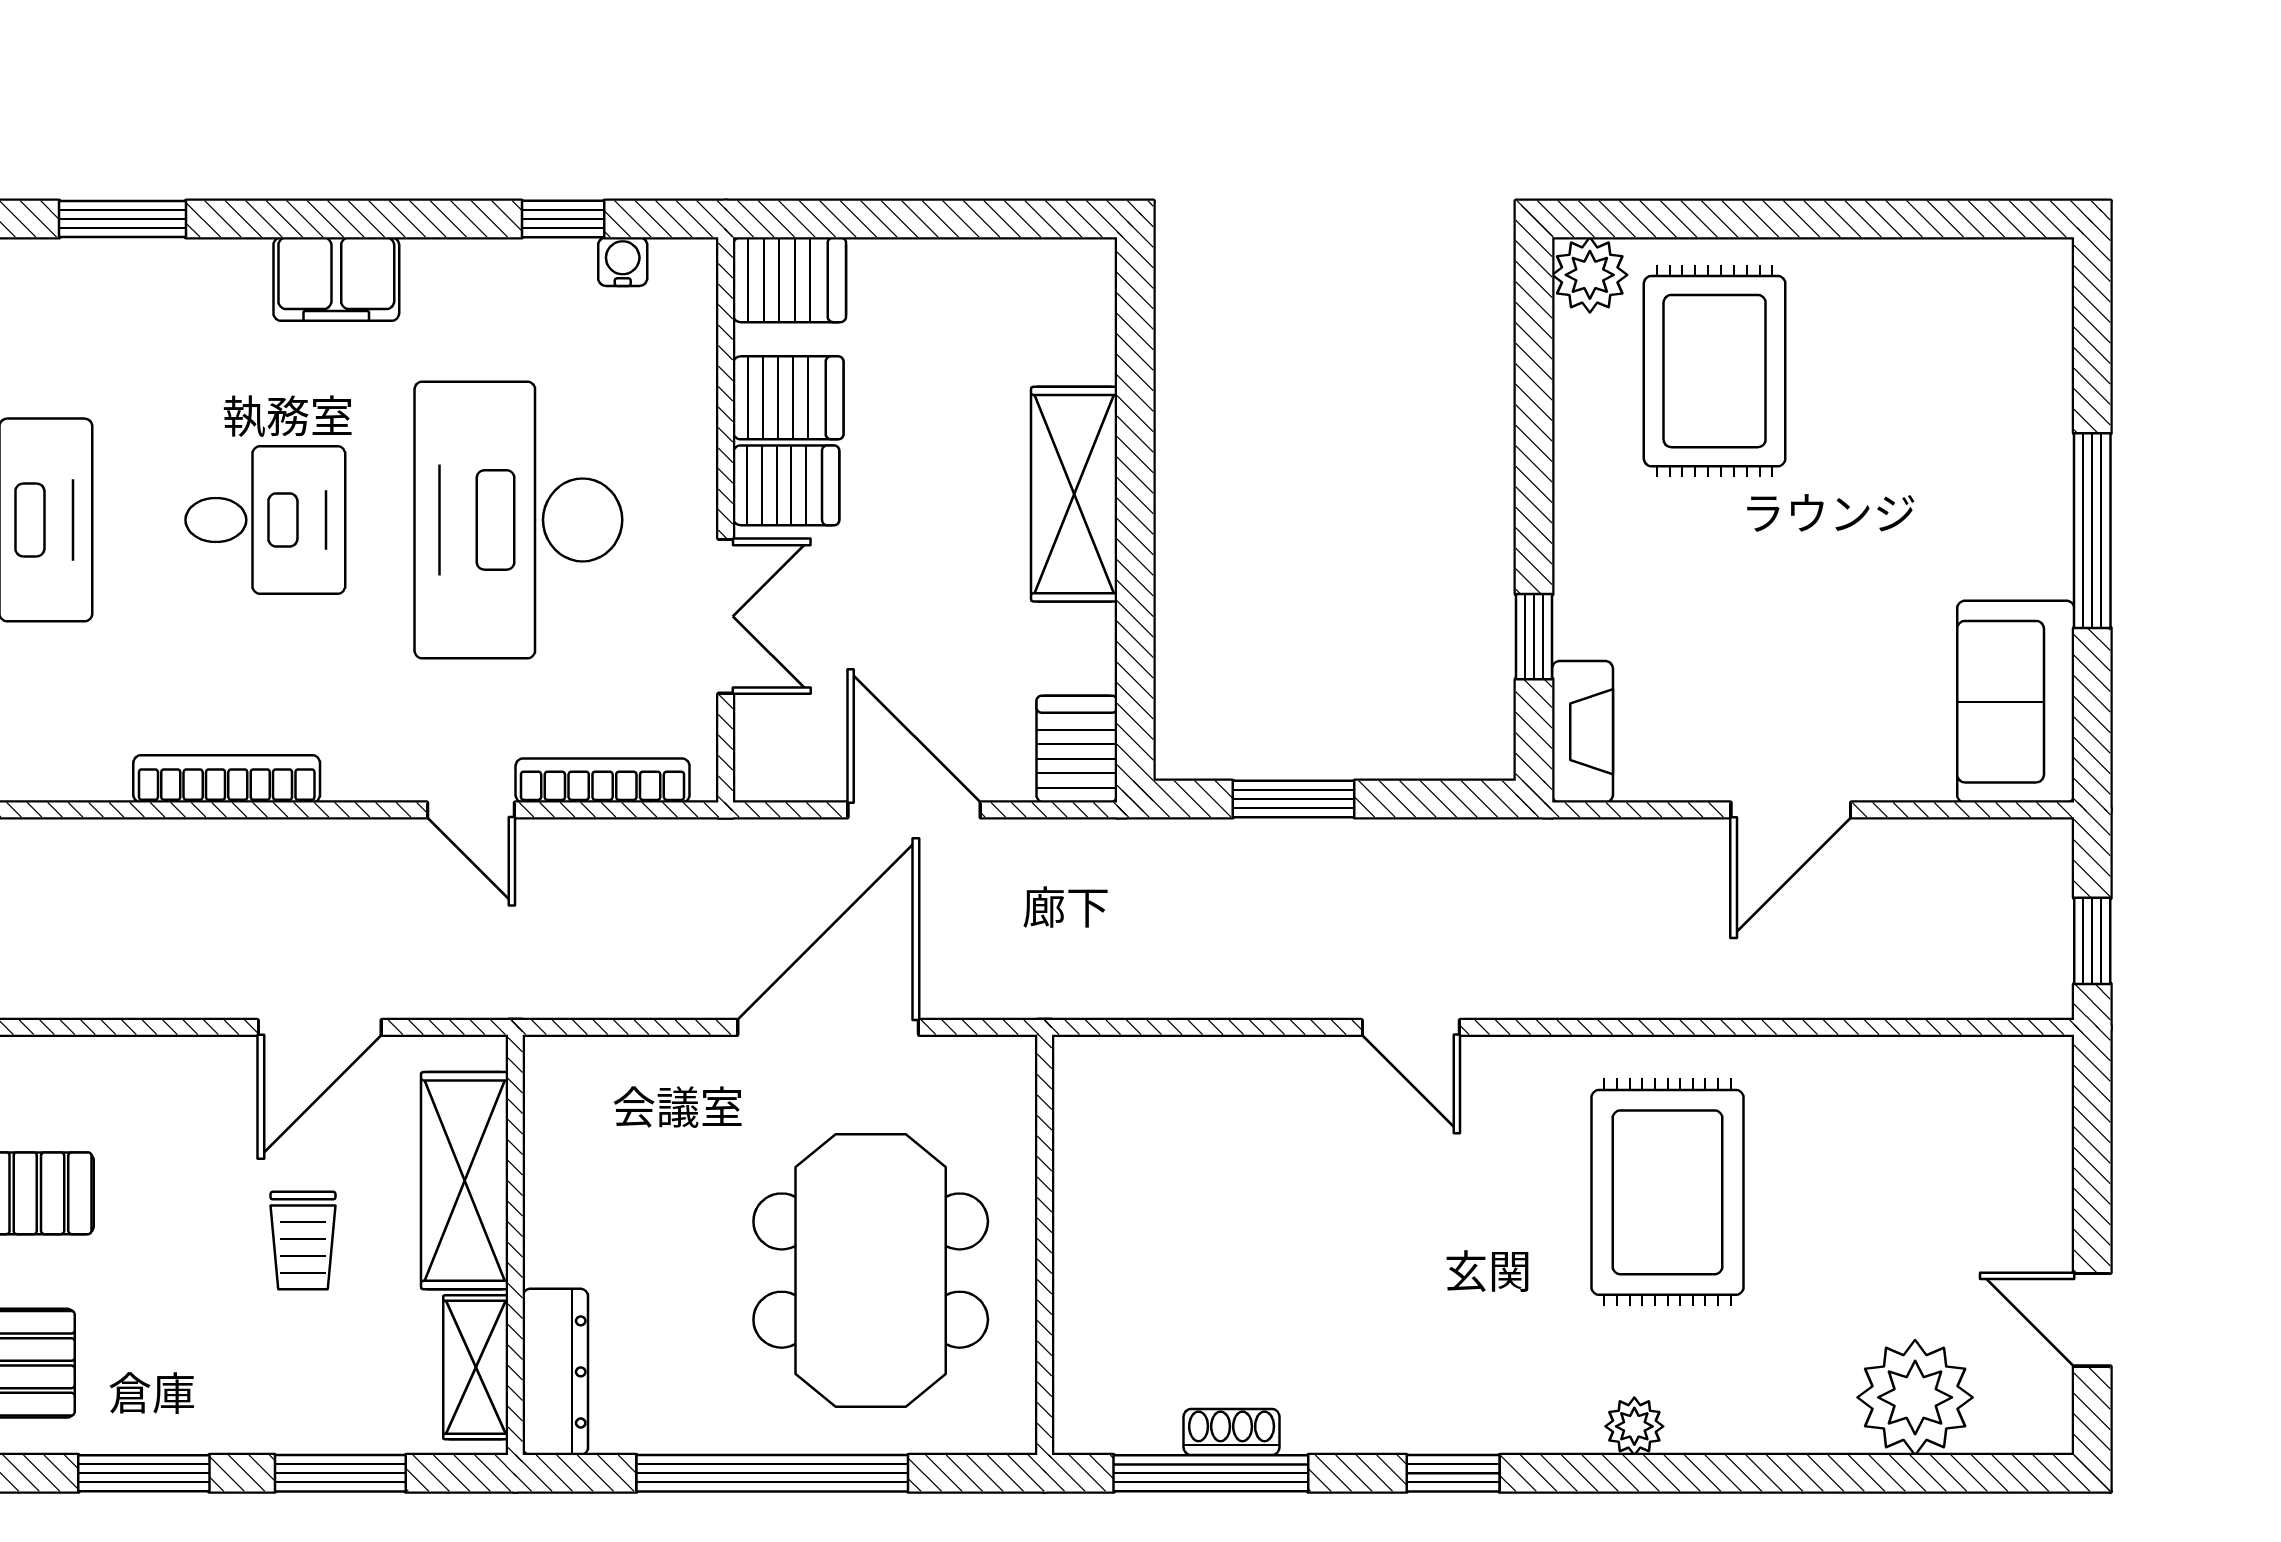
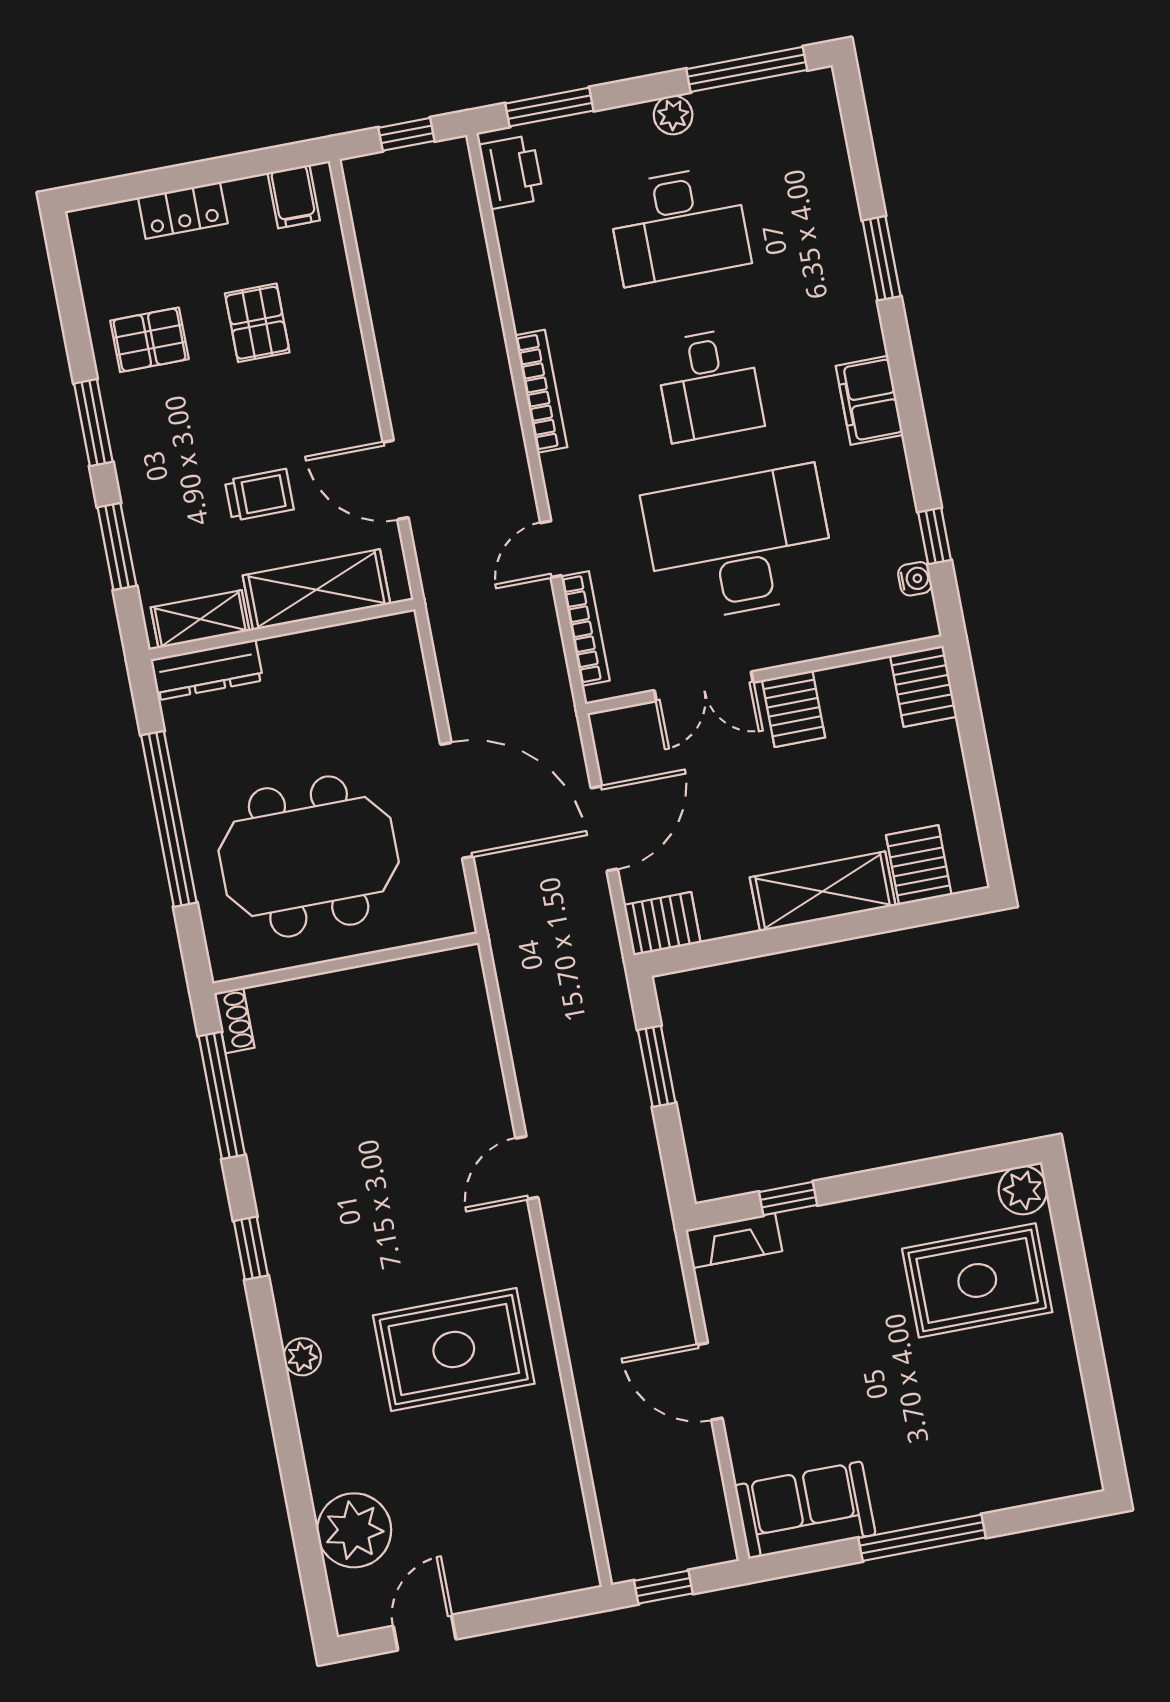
server rack: (788, 398) -> (919, 865), moved, turned 180
trolley: (303, 1240) -> (259, 495), turned 180
shoe rack: (1232, 1432) -> (234, 1020), moved

